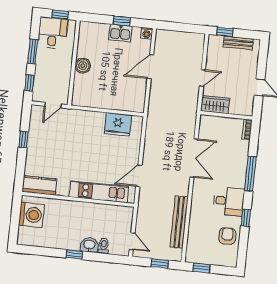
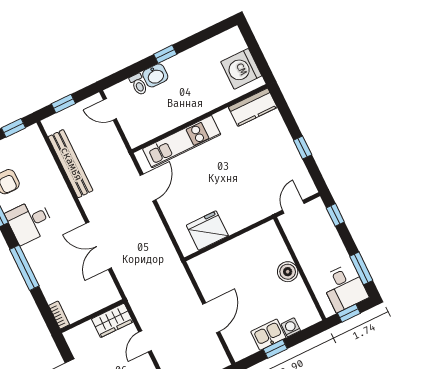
washing machine: (147, 33) -> (291, 327), moved
window: (33, 52) -> (361, 268), moved

